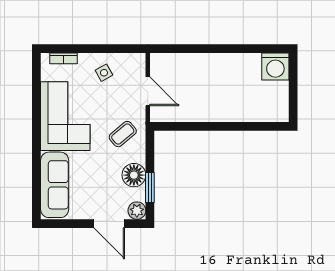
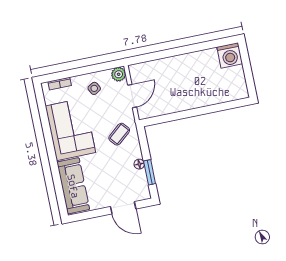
door: (148, 91) -> (132, 96), hinge flipped
floor lamp: (134, 175) -> (139, 164), width x0.53, depth x0.53
plant: (137, 211) -> (119, 74), moved

